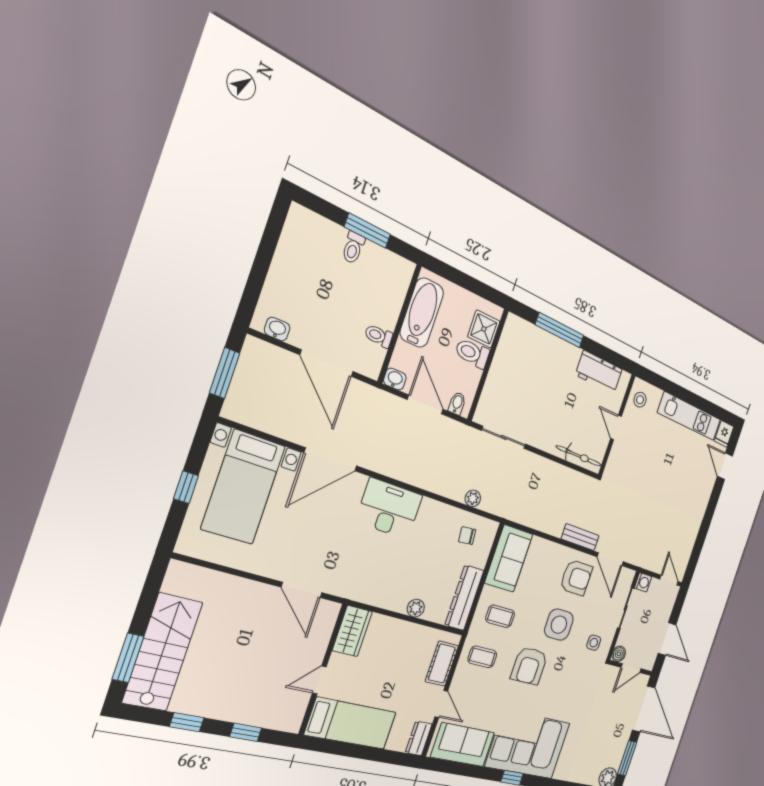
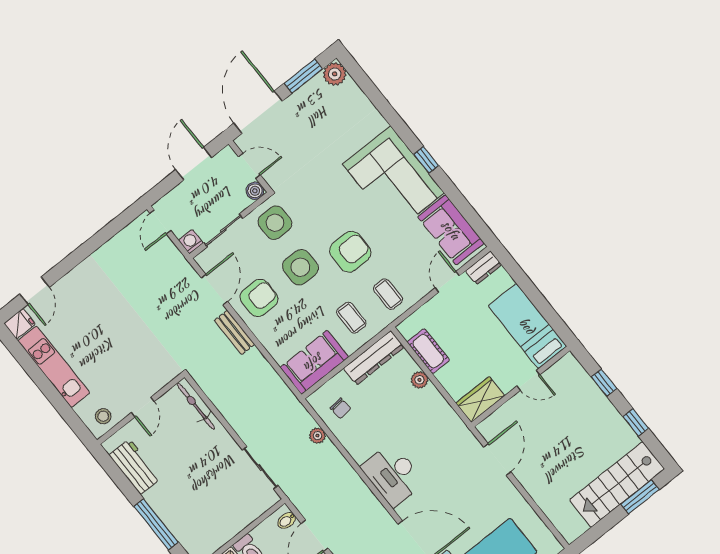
armchair: (576, 578) -> (259, 298), turned 90
side table: (594, 643) -> (275, 223), width x1.87, depth x1.87
cot: (442, 664) -> (428, 351), moved, turned 90

